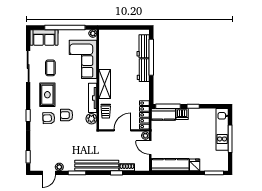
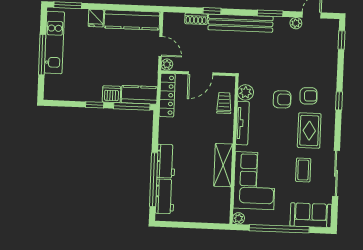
shelving: (105, 84) -> (223, 165), moved
kitchen unit: (222, 129) -> (54, 42), moved

